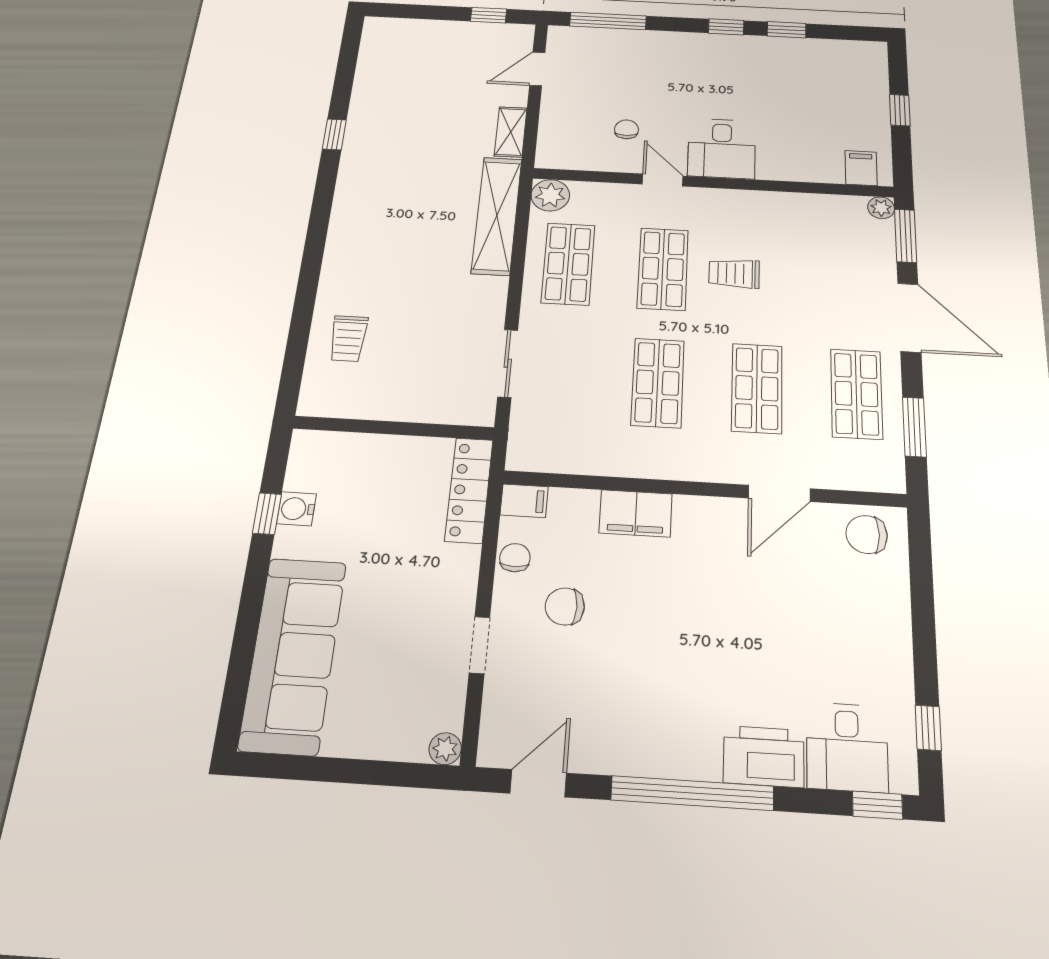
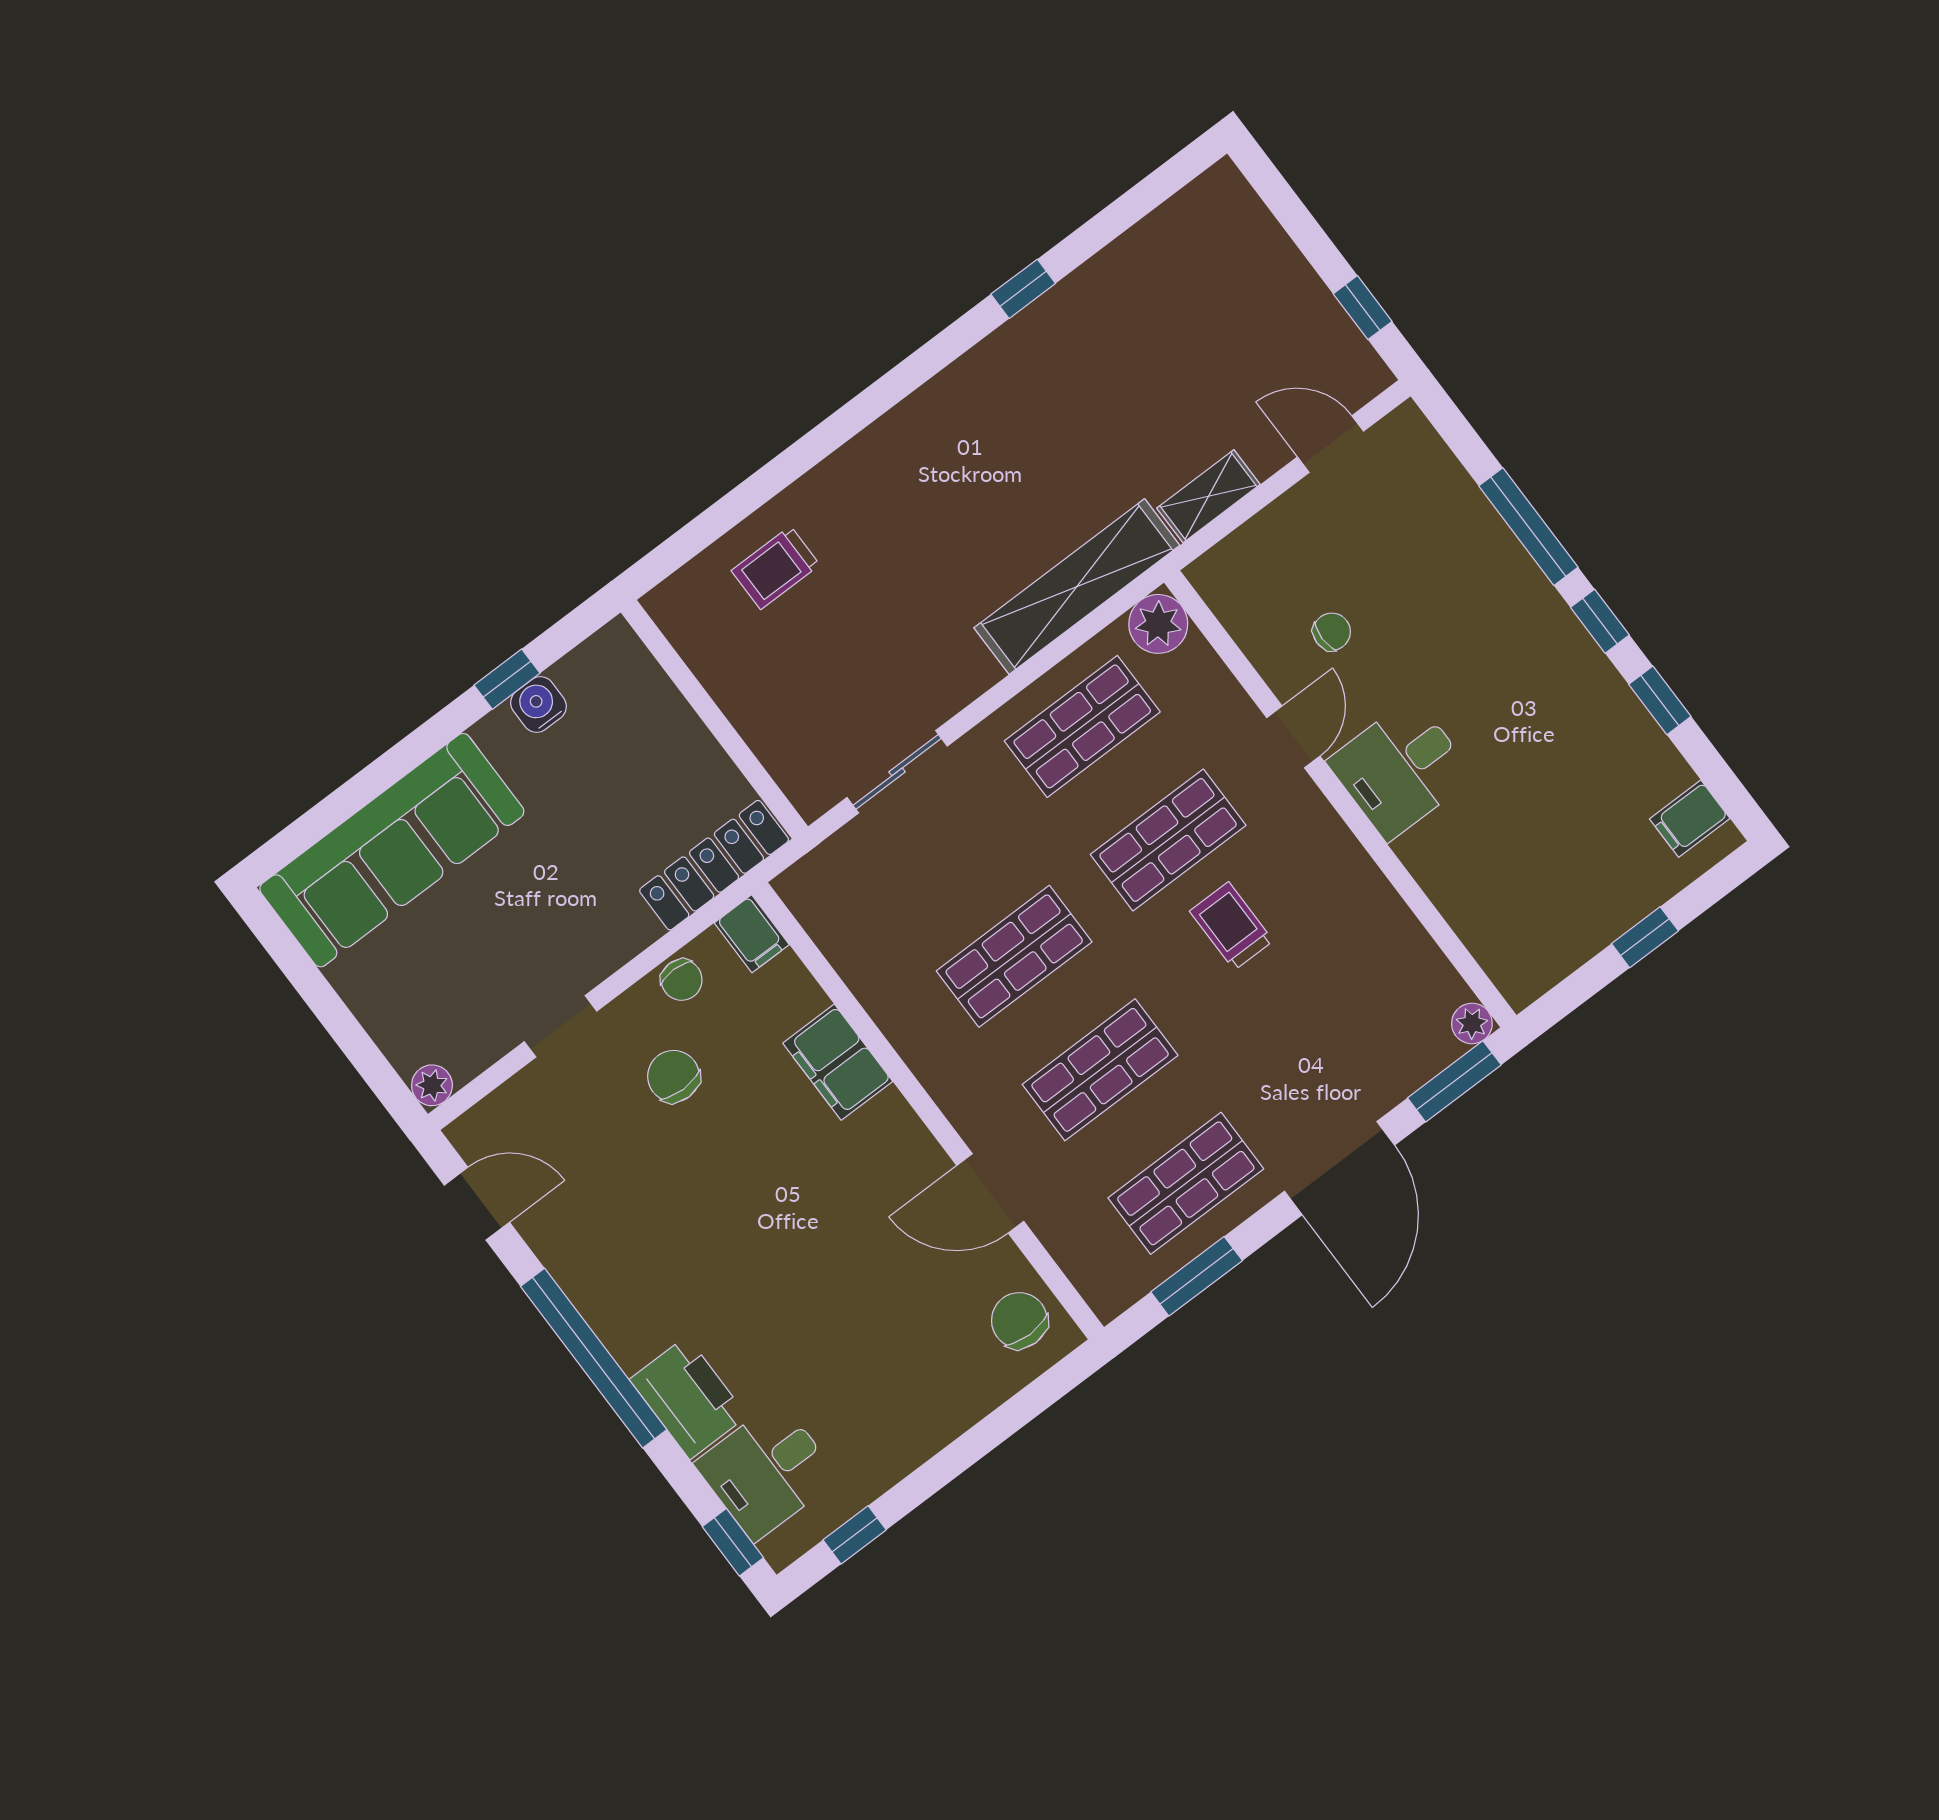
window: (608, 21) -> (1528, 527), moved
filing cabinet: (861, 168) -> (1690, 819), moved, turned 180
chair: (515, 558) -> (682, 980), turned 90

